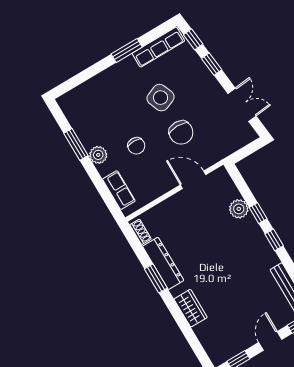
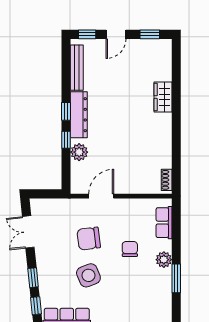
chair: (181, 132) -> (89, 239), turned -97
door: (193, 180) -> (101, 196), swing flipped
dresser: (163, 263) -> (79, 115), moved, turned 180
window: (156, 279) -> (176, 136), removed

